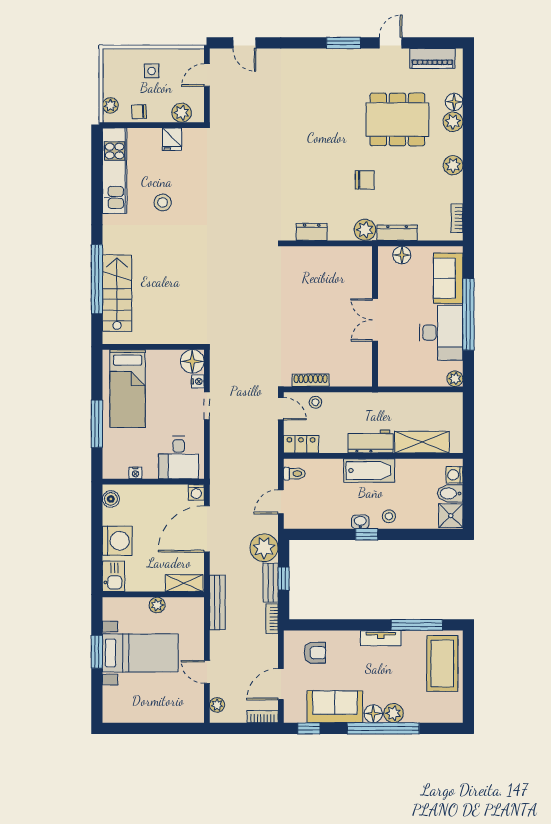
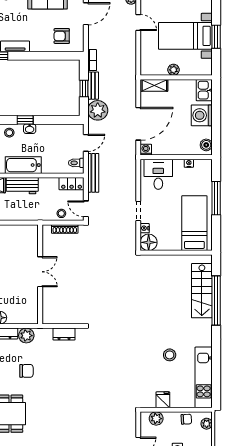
chair: (365, 180) -> (26, 371), turned 180
wall: (375, 316) -> (40, 274), moved
double door: (375, 320) -> (40, 272), moved
bench: (217, 603) -> (93, 173), moved

